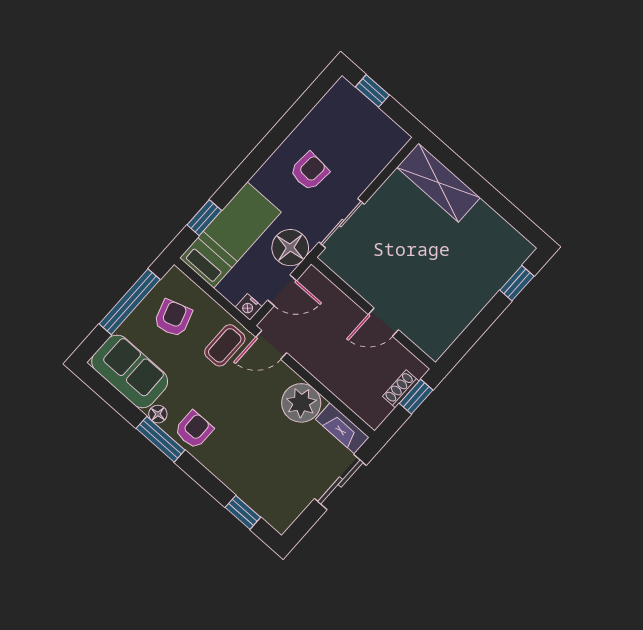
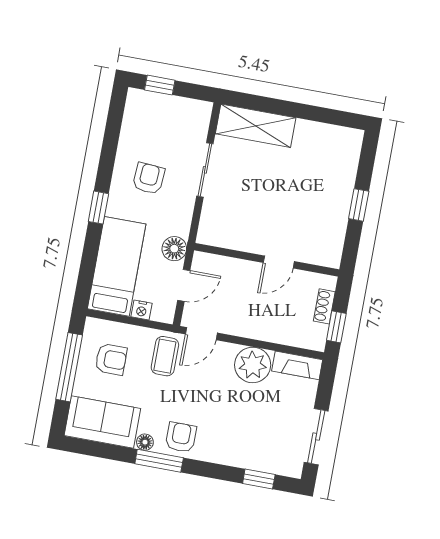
window: (204, 218) -> (98, 208), moved
sliding door: (342, 223) -> (205, 170), moved
floor lamp: (290, 248) -> (174, 249), width x0.73, depth x0.73
window: (517, 283) -> (359, 205), moved
nightstand: (249, 307) -> (141, 310), moved
armchair: (173, 318) -> (111, 359), turned 108
window: (416, 397) -> (336, 327), moved
sliding door: (340, 482) -> (316, 437), moved

